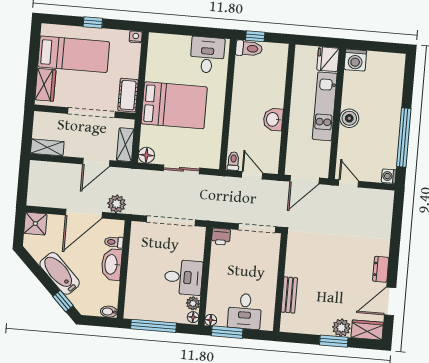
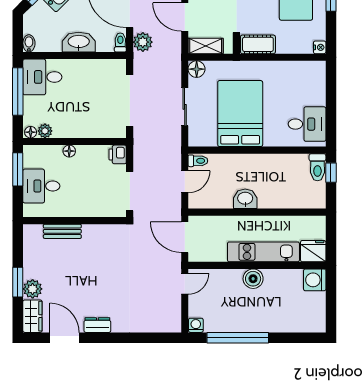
bed: (174, 105) -> (240, 114), moved, turned 180
toilet: (114, 242) -> (120, 43), moved
desk: (183, 277) -> (42, 77), moved, turned 90
floor lamp: (211, 320) -> (69, 151), moved

